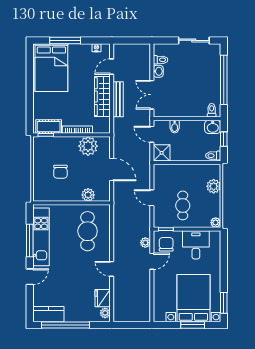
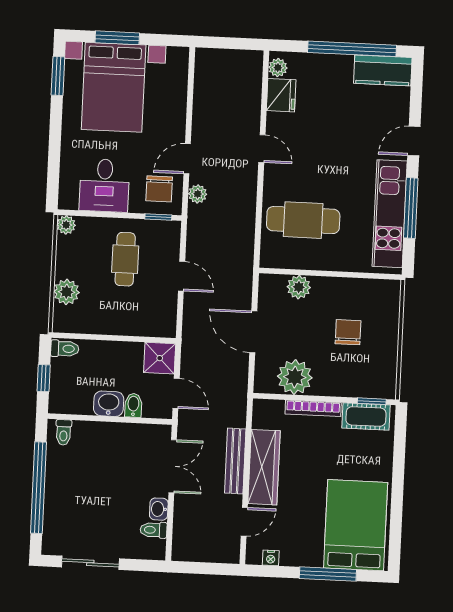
washbasin: (213, 127) -> (109, 404), moved
cafe table: (88, 231) -> (303, 220), turned 90

